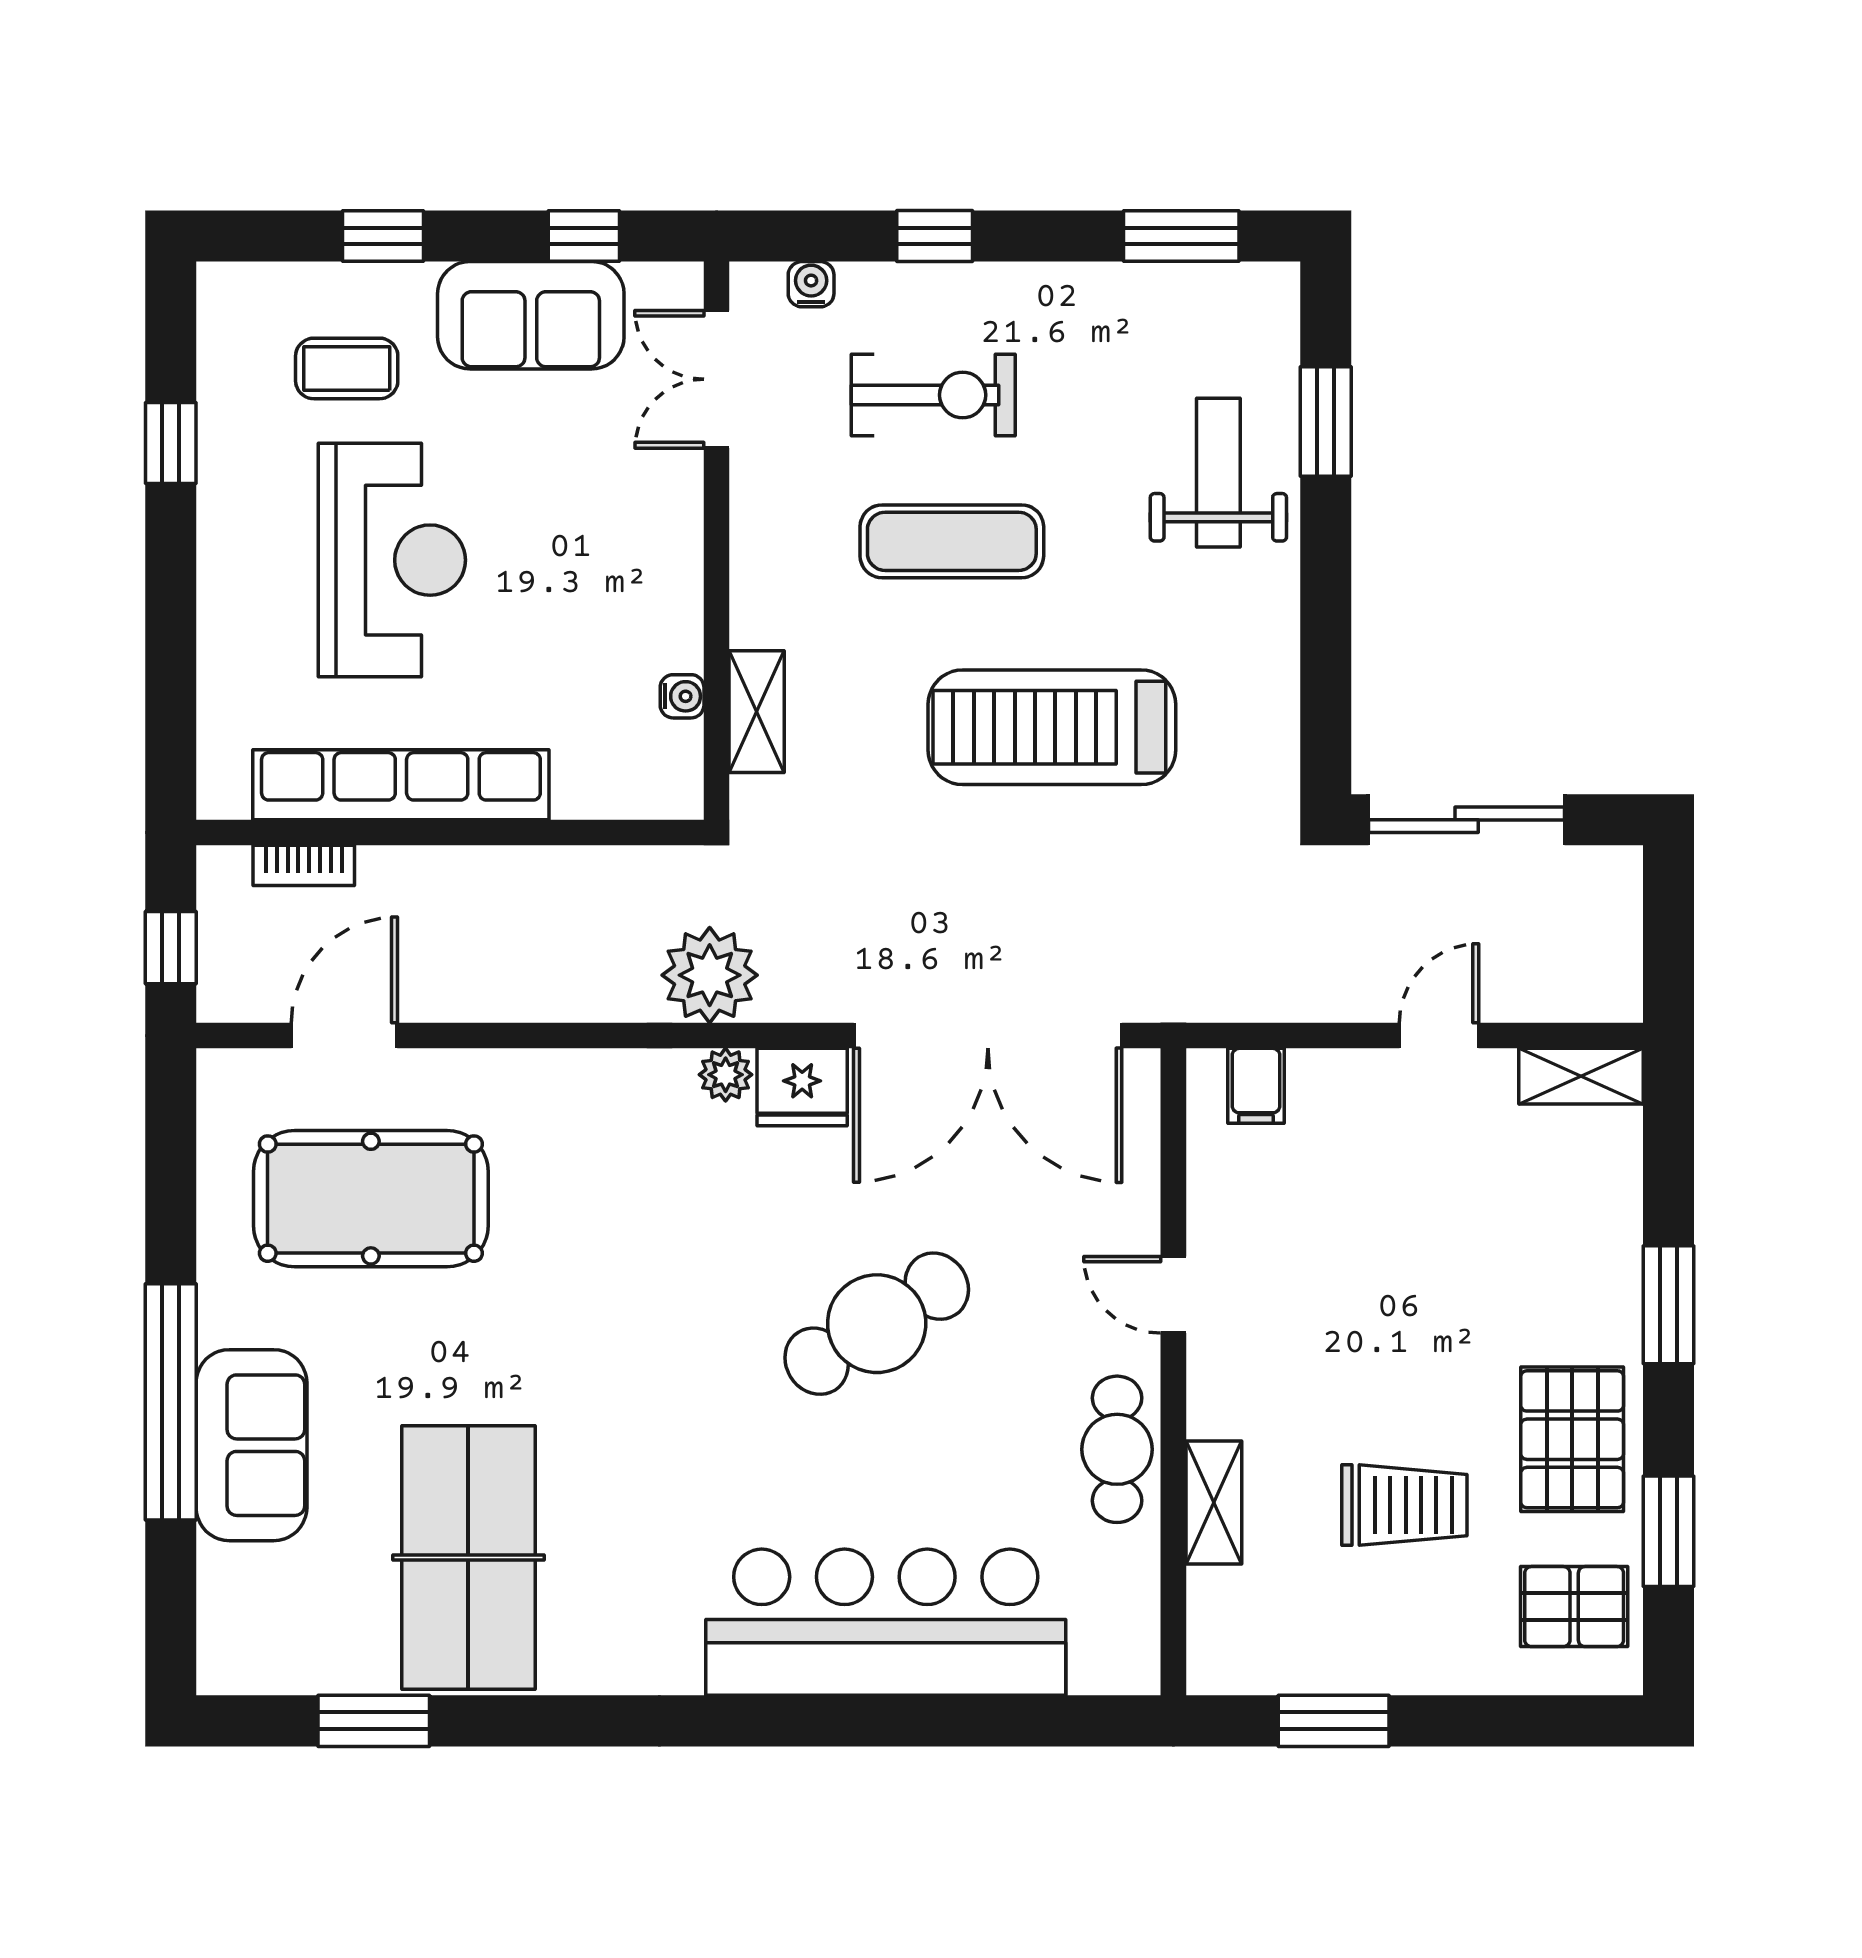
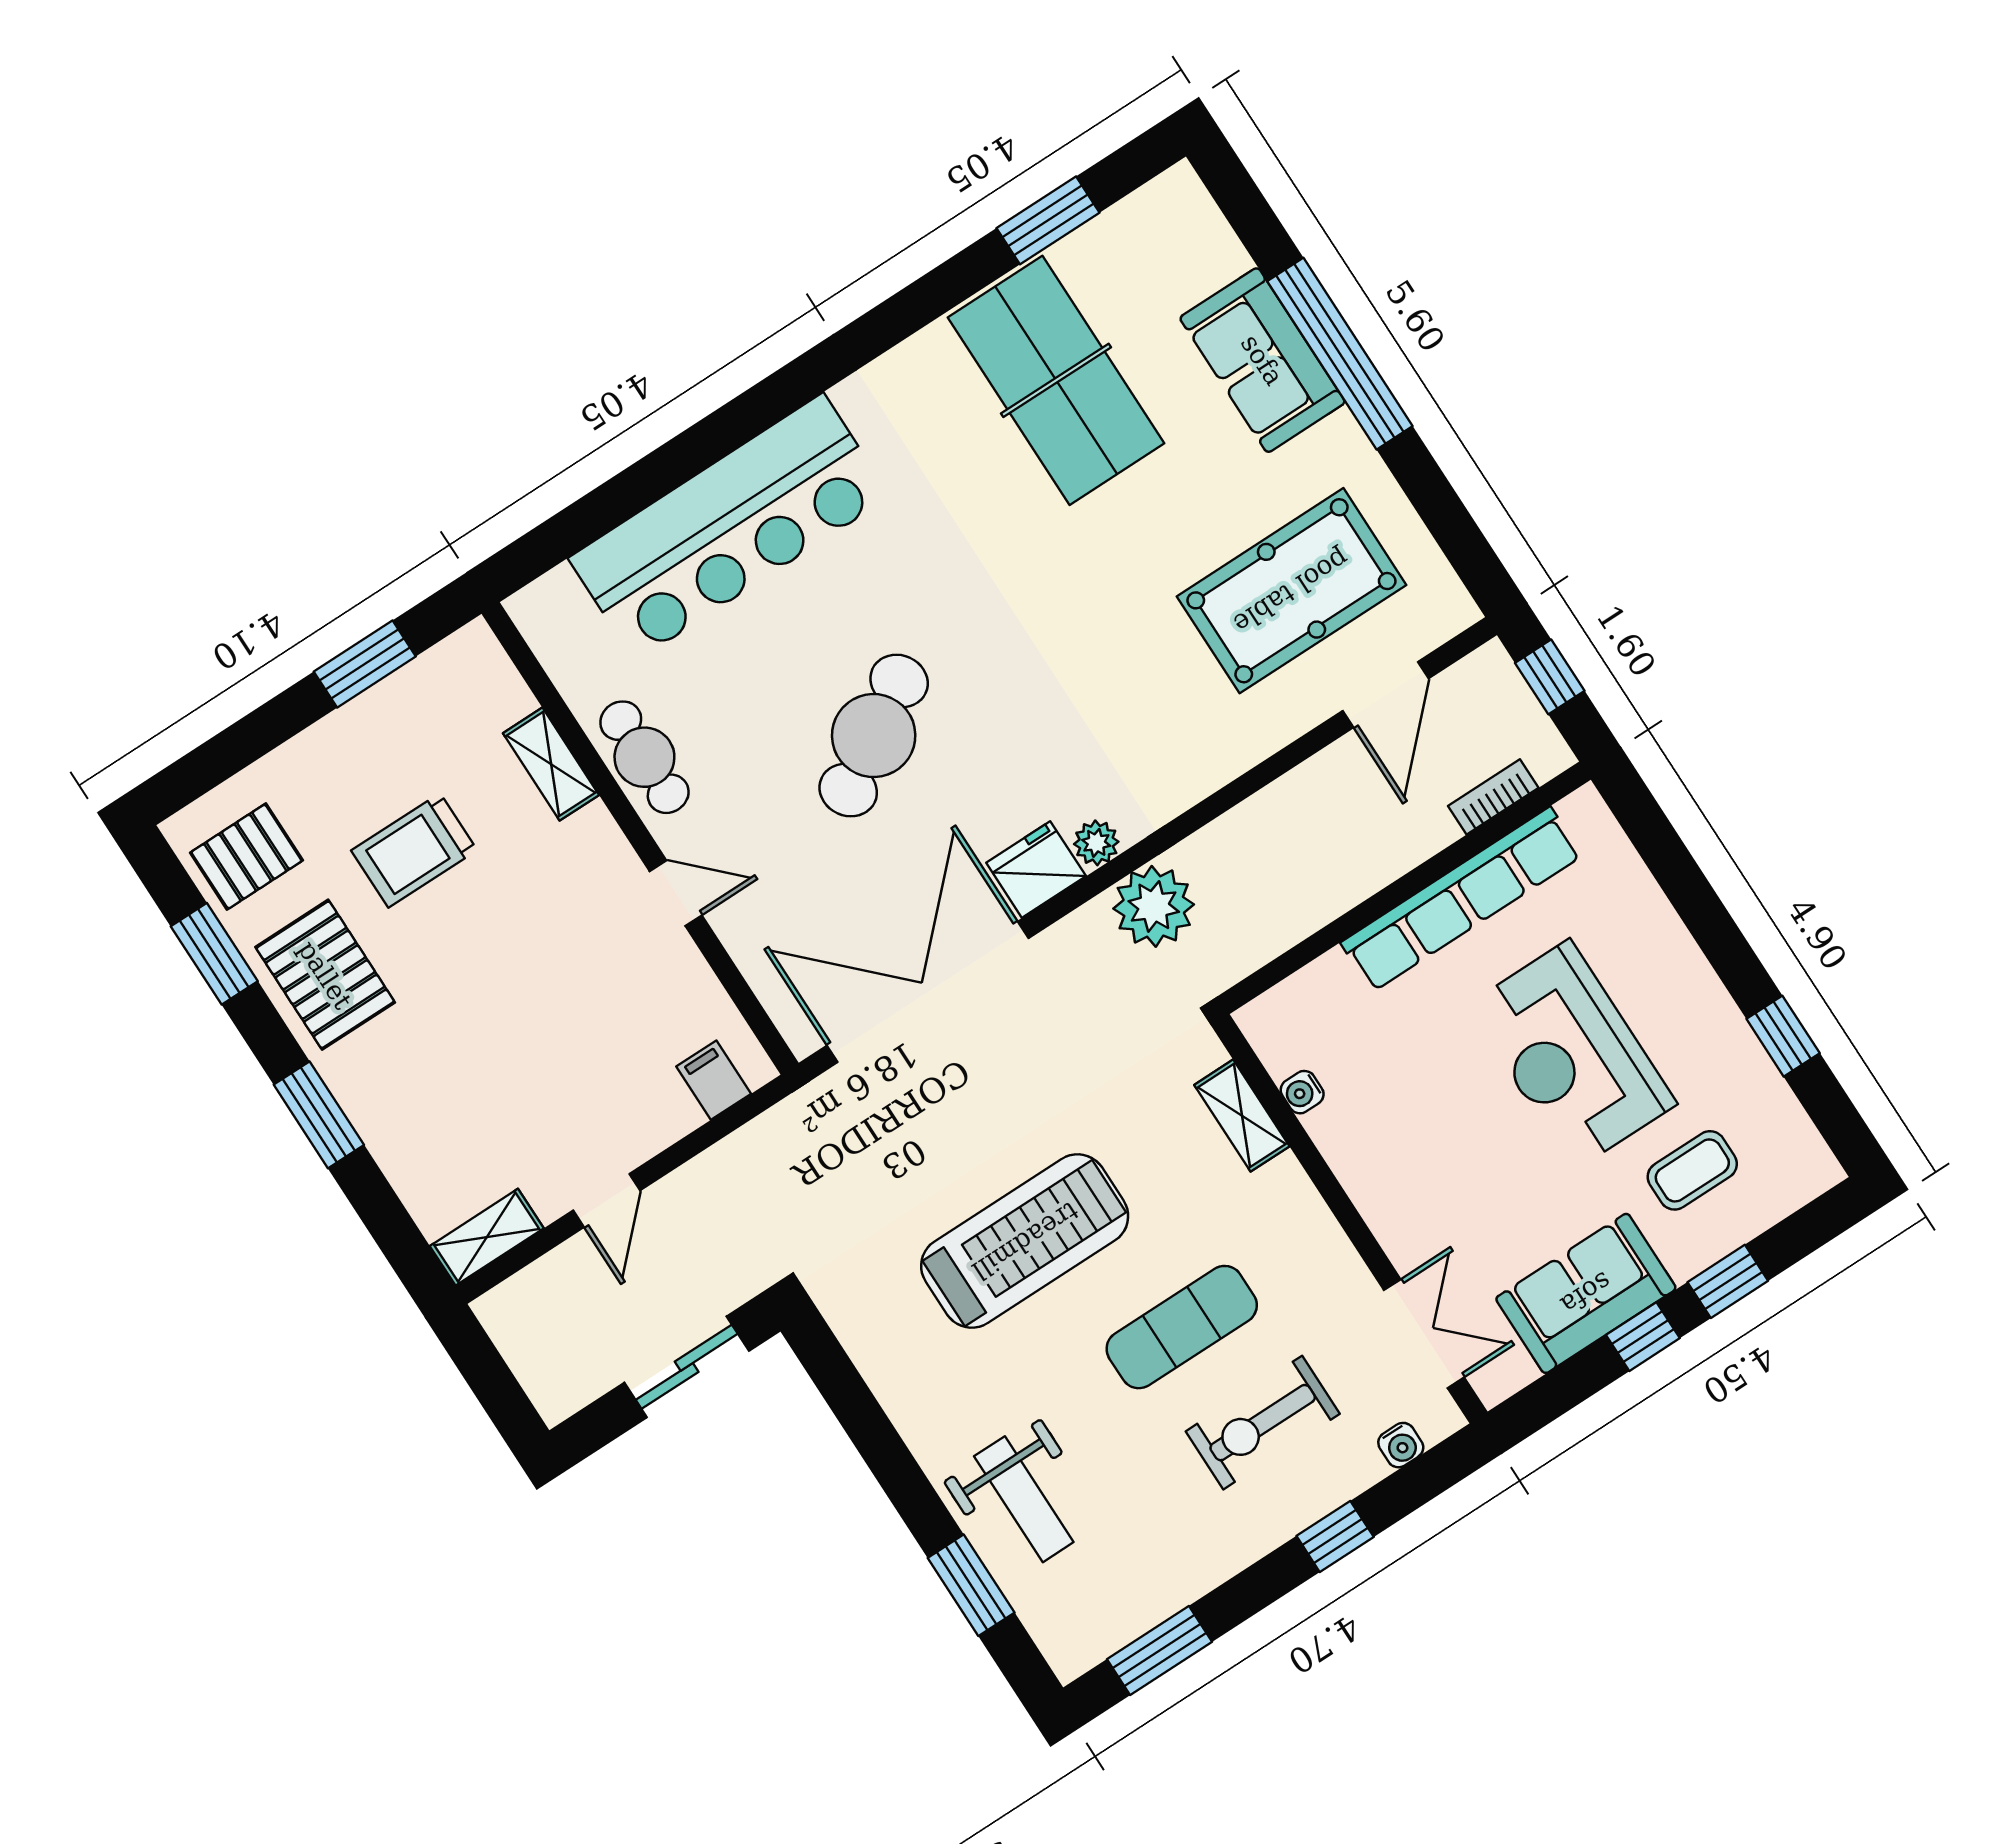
window: (584, 236) -> (1643, 1337), moved
sliding door: (1467, 820) -> (687, 1367), width x0.73

